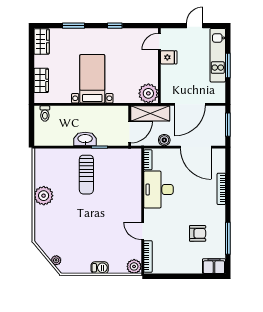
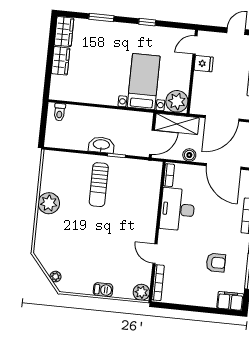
bed with nightstands: (92, 79) -> (144, 82), moved
wardrobe: (41, 80) -> (61, 61), moved

